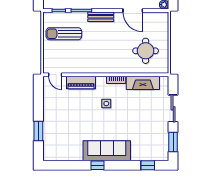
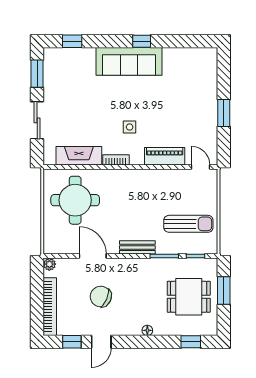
round table: (146, 51) -> (75, 200), width x1.36, depth x1.36
window: (38, 131) -> (224, 113), moved

